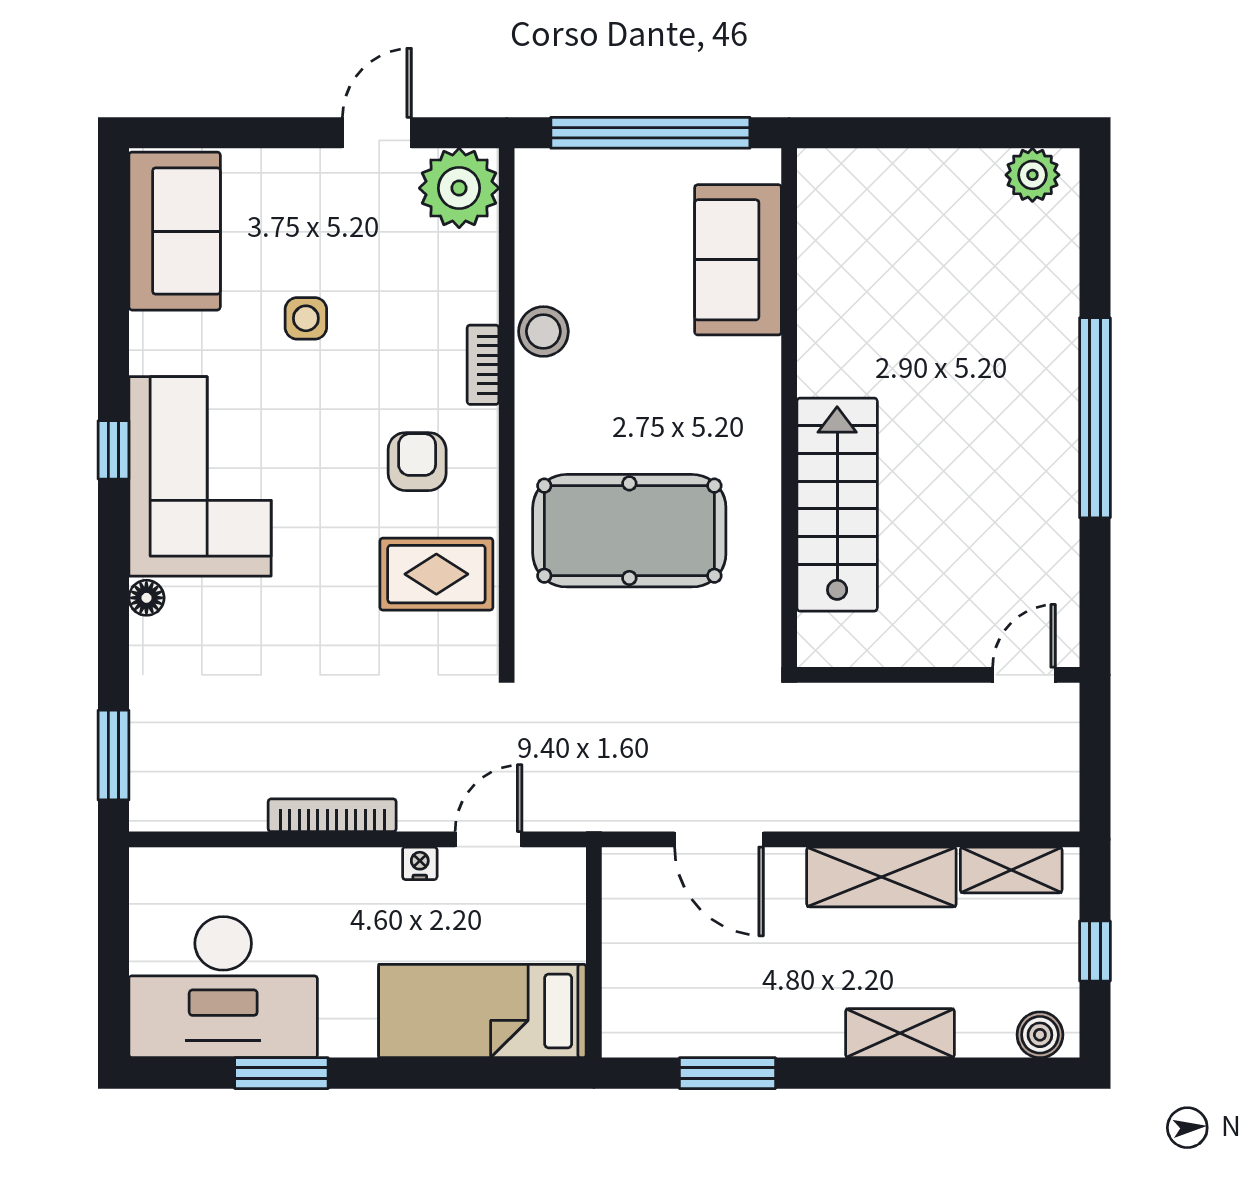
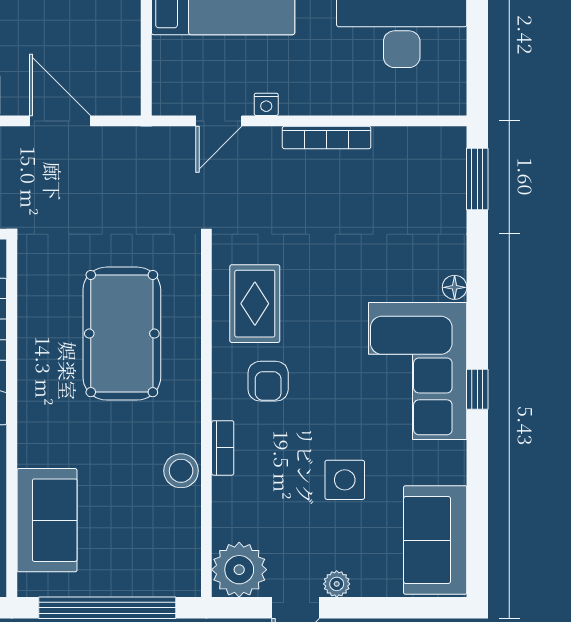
plant: (318, 167) -> (337, 584), added
side table: (306, 318) -> (345, 480), width x1.37, depth x1.37
pool table: (629, 531) -> (122, 334), turned 90
rug: (436, 574) -> (255, 304), turned 90

